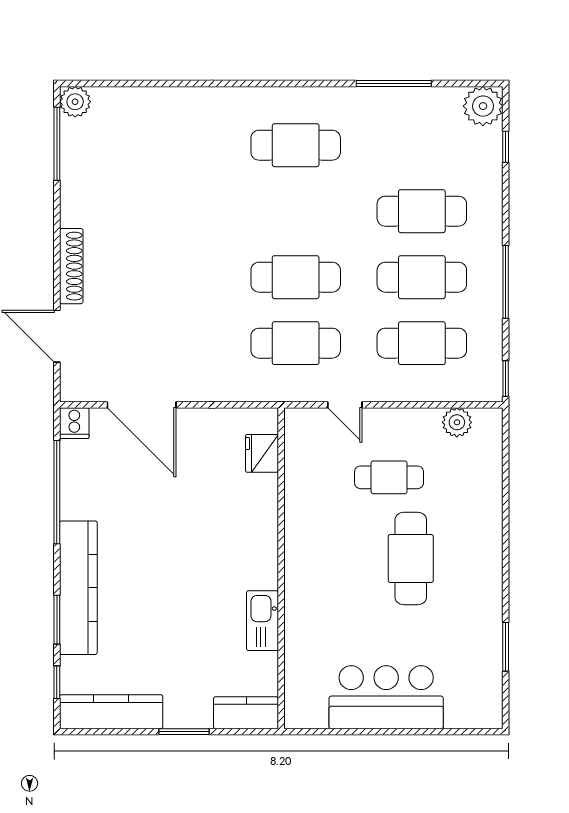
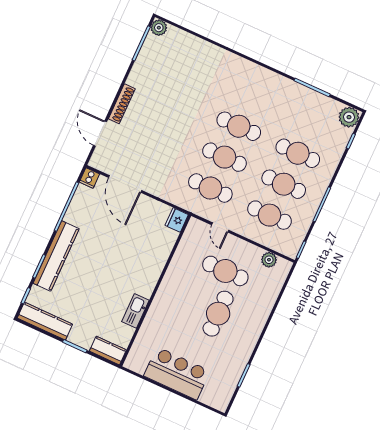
cafe table: (296, 145) -> (239, 126), moved
fridge: (262, 453) -> (177, 220), moved
cafe table: (389, 477) -> (225, 271), width x1.37, depth x1.35

